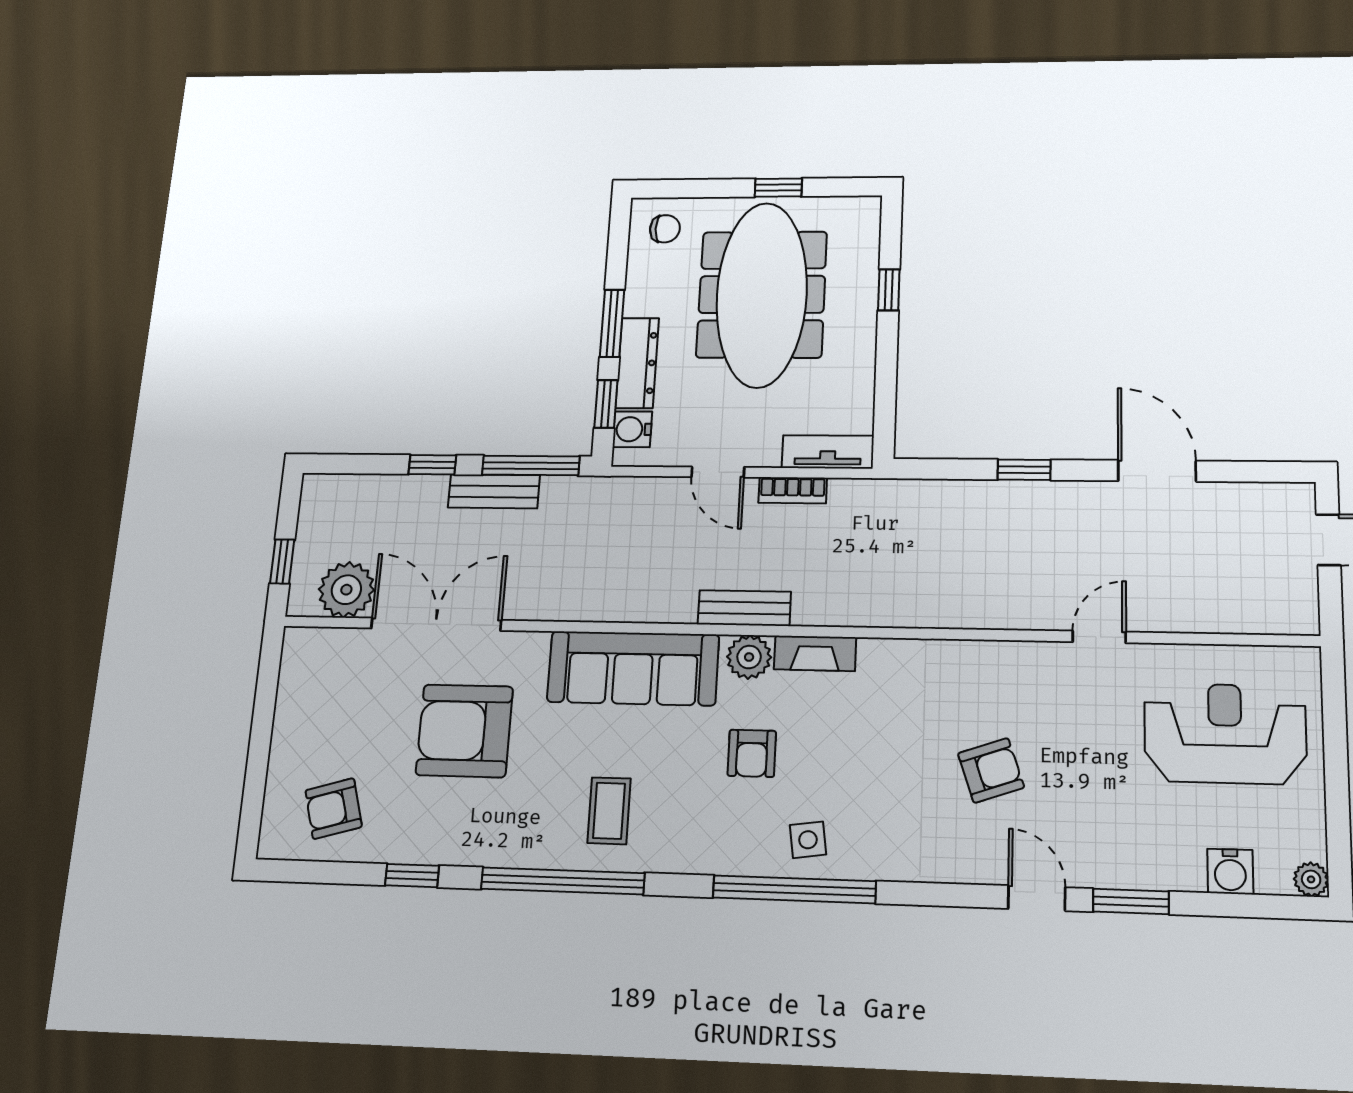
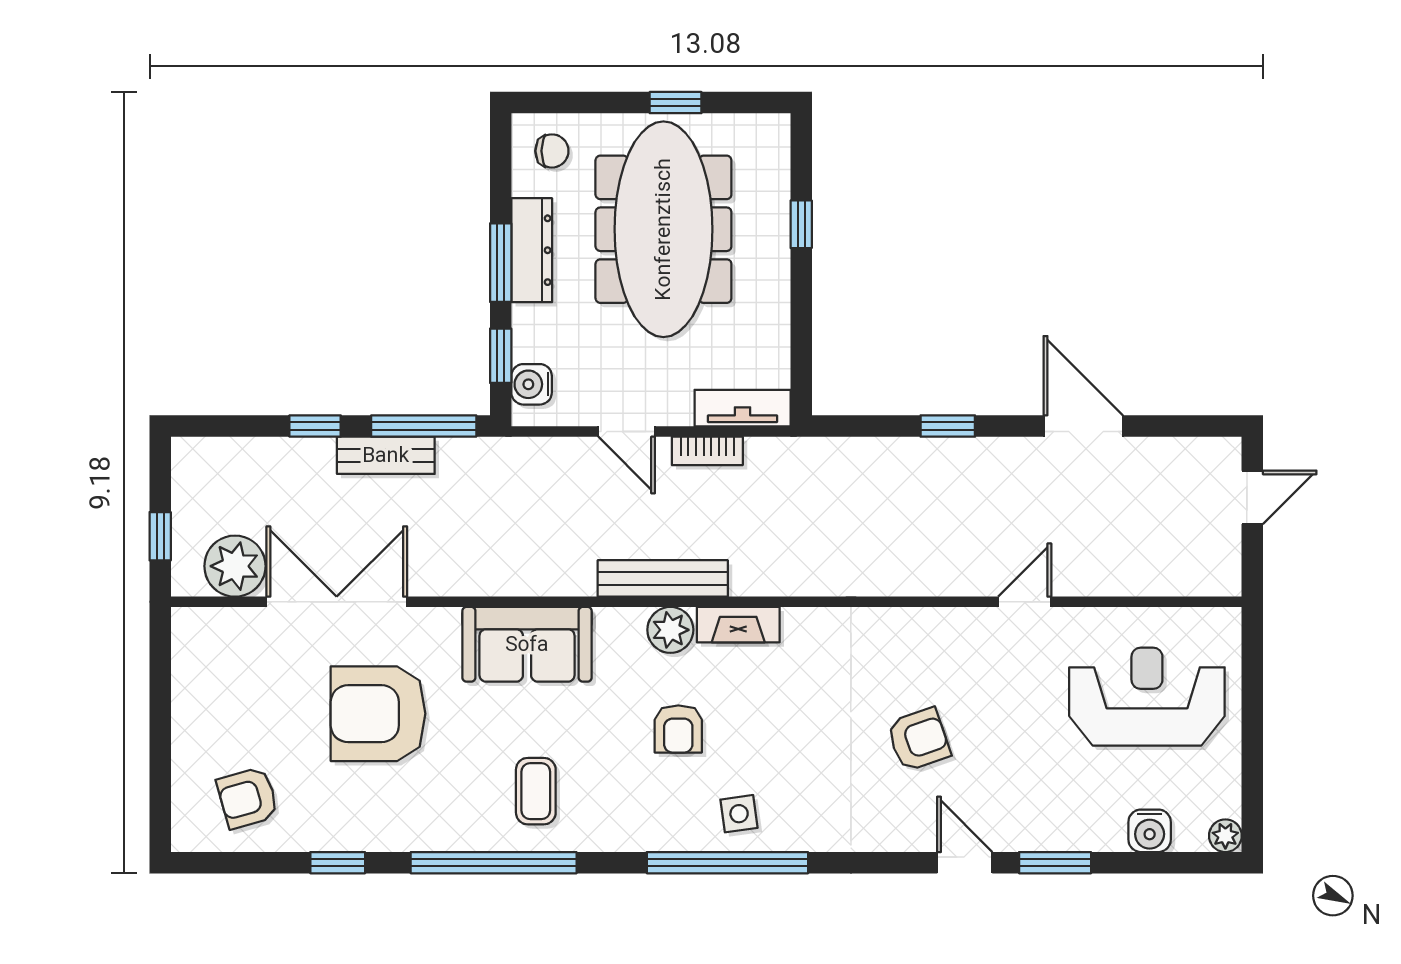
dresser: (637, 363) -> (532, 250), moved
bench: (744, 608) -> (663, 578), width x1.36
sofa: (633, 668) -> (527, 644), width x0.73

